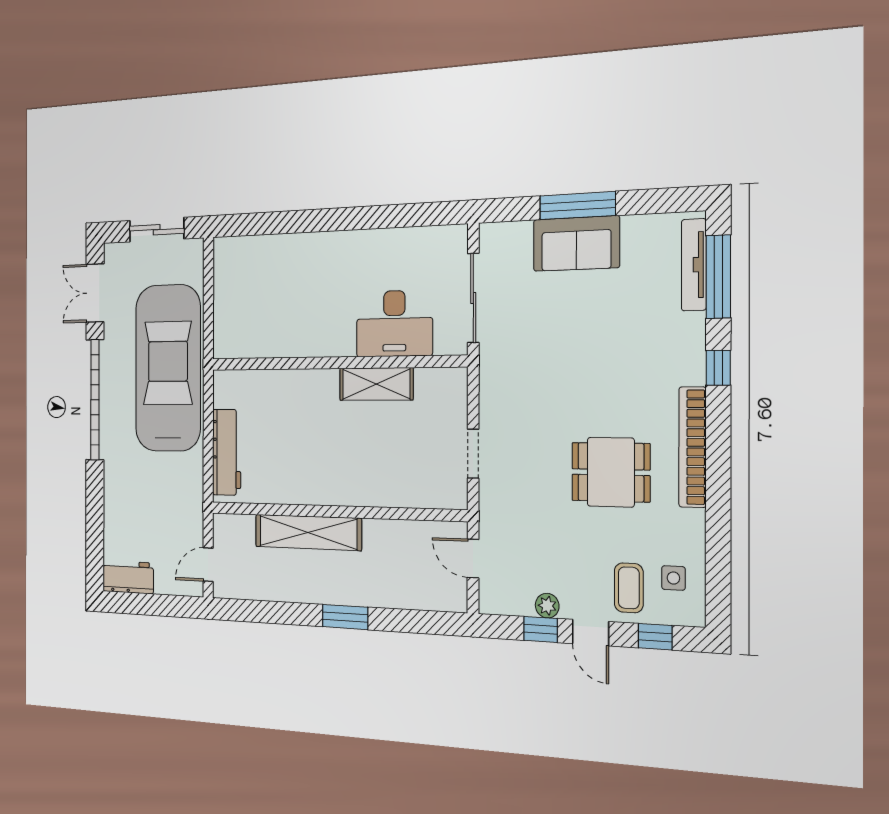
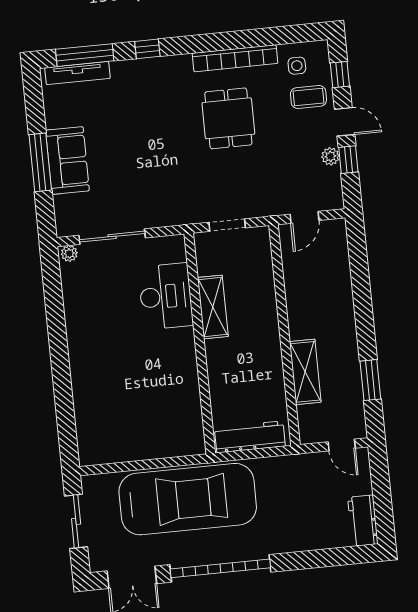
plant: (458, 239) -> (69, 253), added
desk: (394, 323) -> (166, 296), moved
wall: (335, 363) -> (200, 343), moved
car: (168, 368) -> (188, 499), turned 180
shelving: (376, 384) -> (213, 307), moved
bookcase: (692, 447) -> (235, 58), moved
shelving: (308, 532) -> (305, 372), width x0.68
window: (345, 617) -> (370, 380), moved
door: (591, 633) -> (345, 122), hinge flipped

